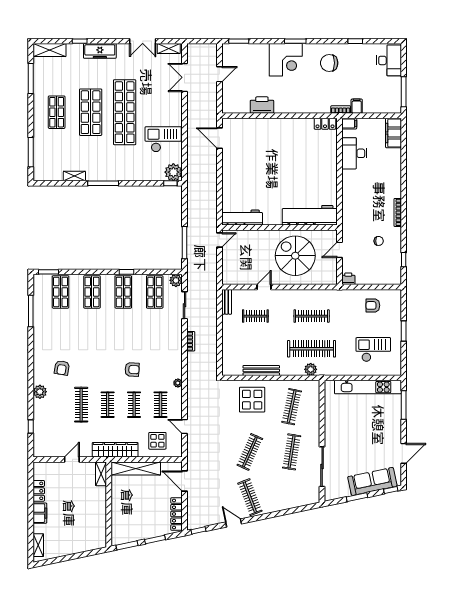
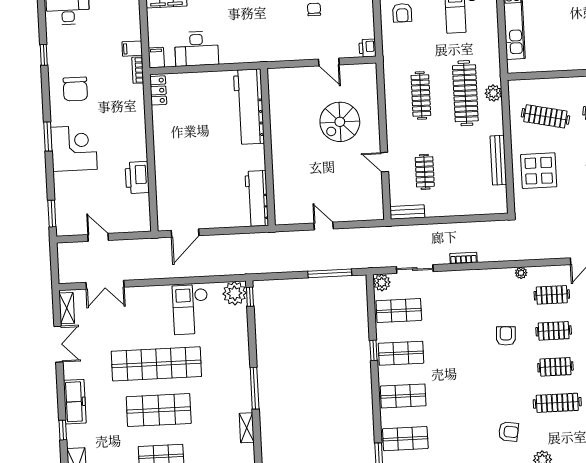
workbench: (310, 215) -> (249, 107), moved
workbench: (242, 218) -> (257, 198), moved
wall: (279, 228) -> (268, 147), moved
spiral stairs: (295, 256) -> (340, 122), width x0.73, depth x0.73

